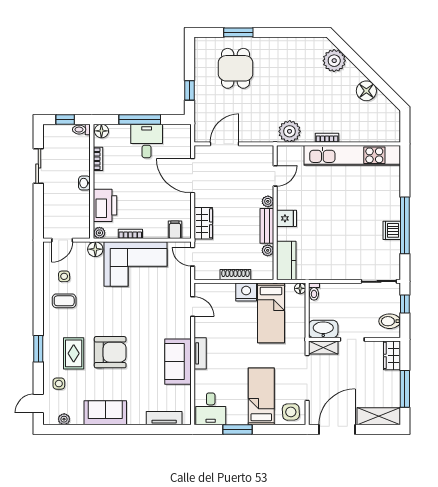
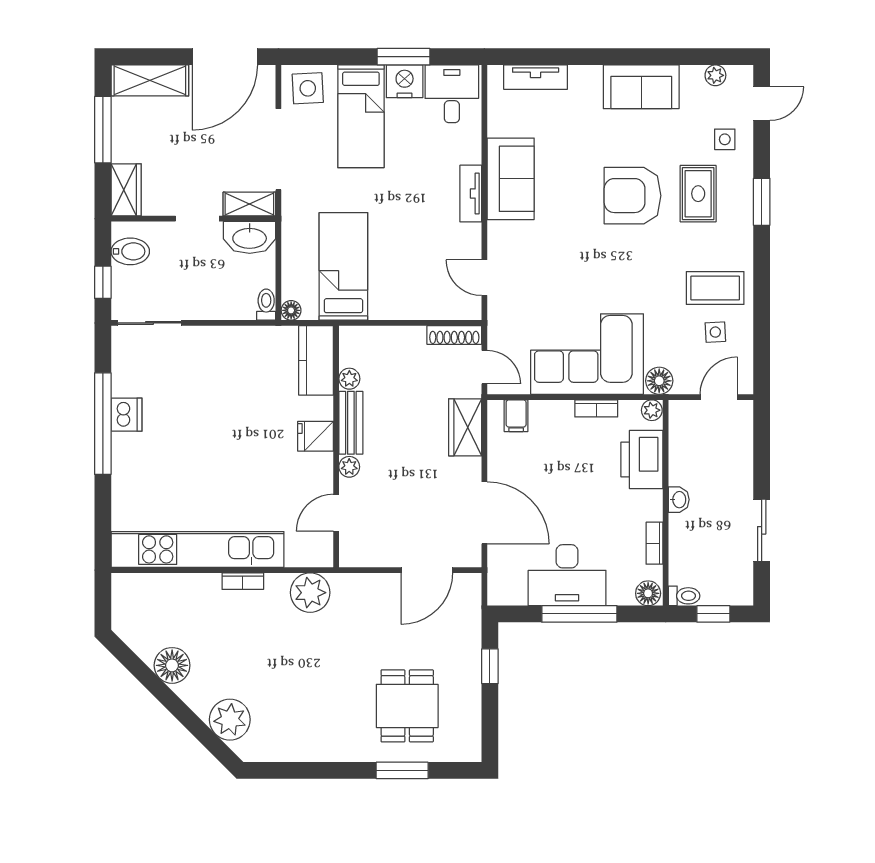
desk: (147, 141) -> (567, 575), width x1.37
shoe rack: (235, 275) -> (454, 335), moved
nightstand: (246, 292) -> (405, 81), moved, turned 180
coffee table: (64, 301) -> (715, 288), width x1.36, depth x1.30

